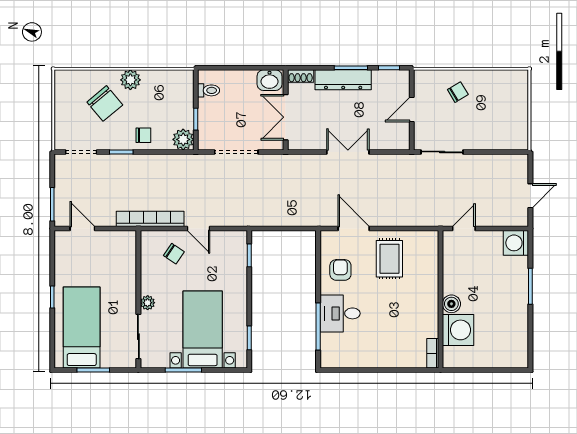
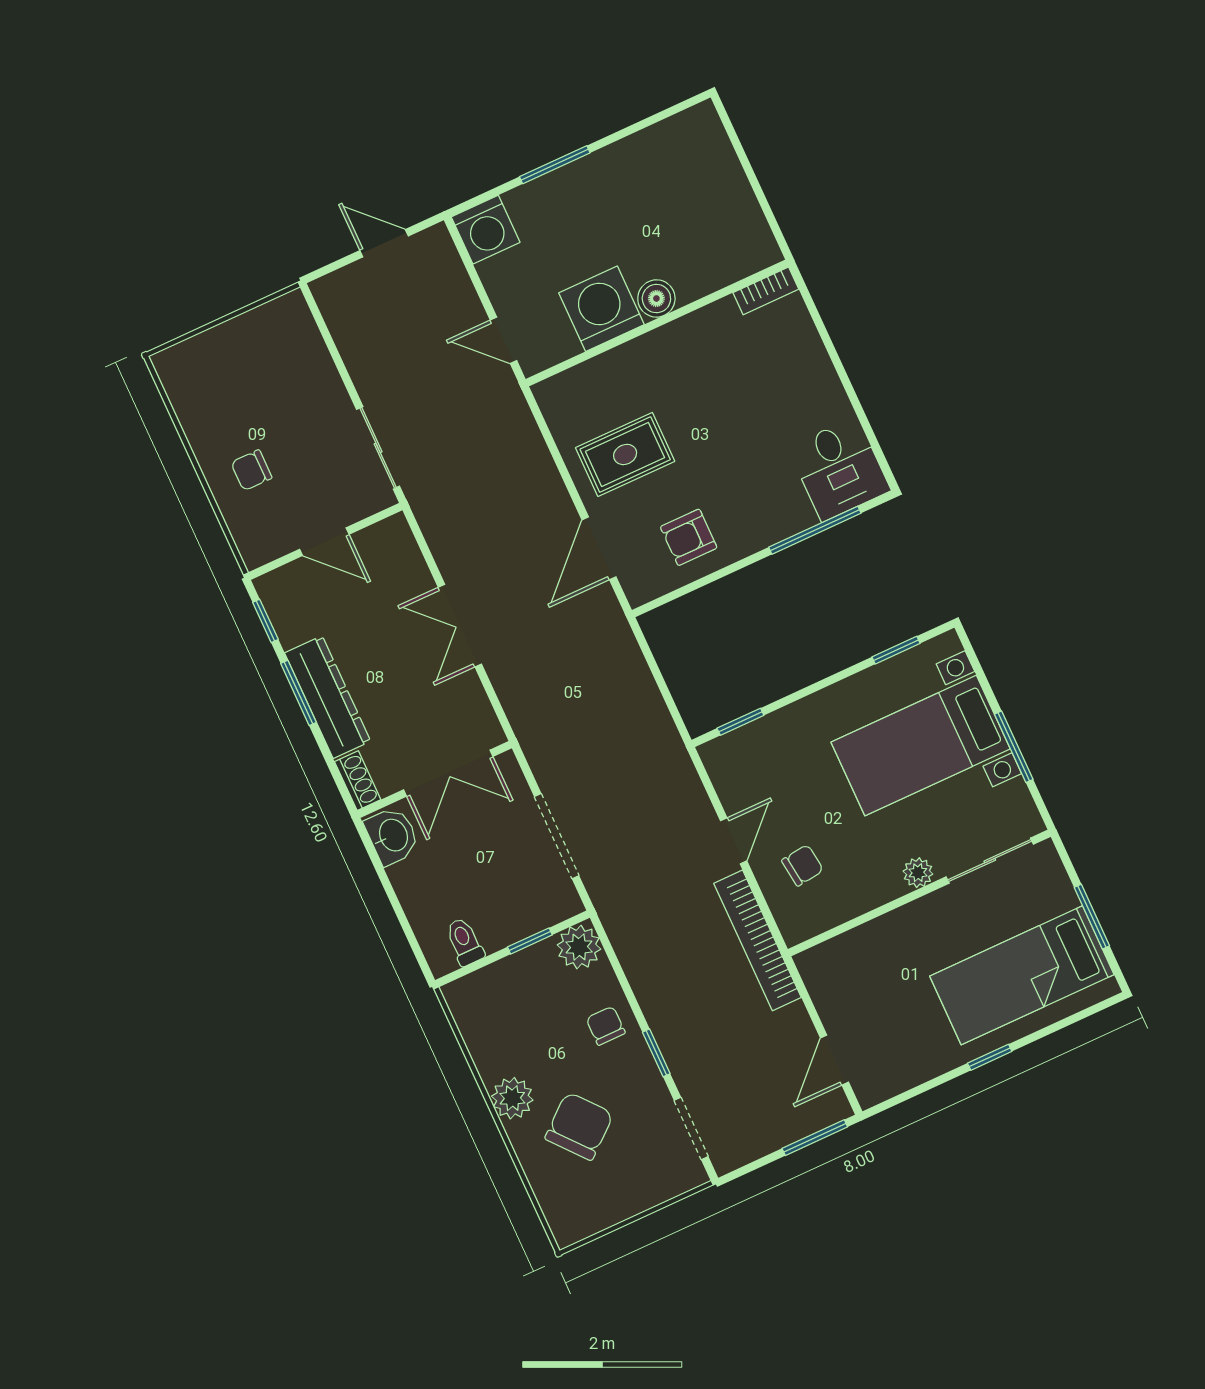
chair: (458, 92) -> (251, 470), turned -59
chair: (174, 254) -> (803, 865), turned 49
desk: (340, 313) -> (839, 469), moved
washing machine: (458, 330) -> (601, 309), moved

